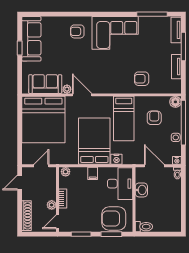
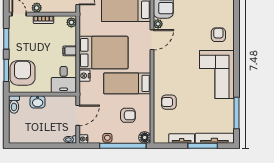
tv unit: (176, 30) -> (214, 138), width x1.41
armchair: (142, 79) -> (169, 102), turned -90
desk: (120, 184) -> (64, 80), width x0.73
washbasin: (141, 190) -> (38, 102), moved

